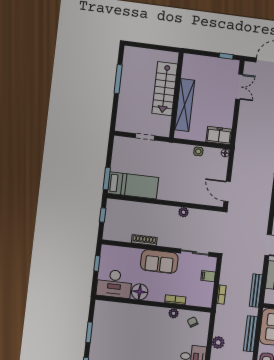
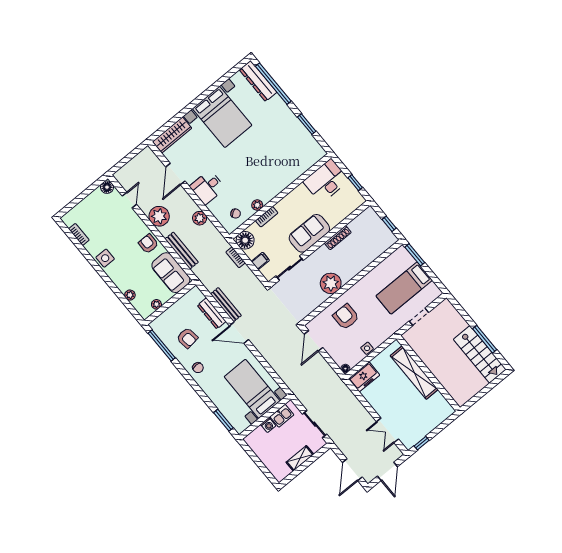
stairs: (165, 89) -> (480, 354), moved, turned 180
bed: (133, 185) -> (404, 288), moved
armchair: (191, 185) -> (346, 317), added
door: (227, 191) -> (313, 341), swing flipped
plant: (183, 212) -> (331, 283), width x1.88, depth x1.88
bench: (256, 291) -> (226, 305), moved
floor lamp: (140, 292) -> (245, 240), moved

